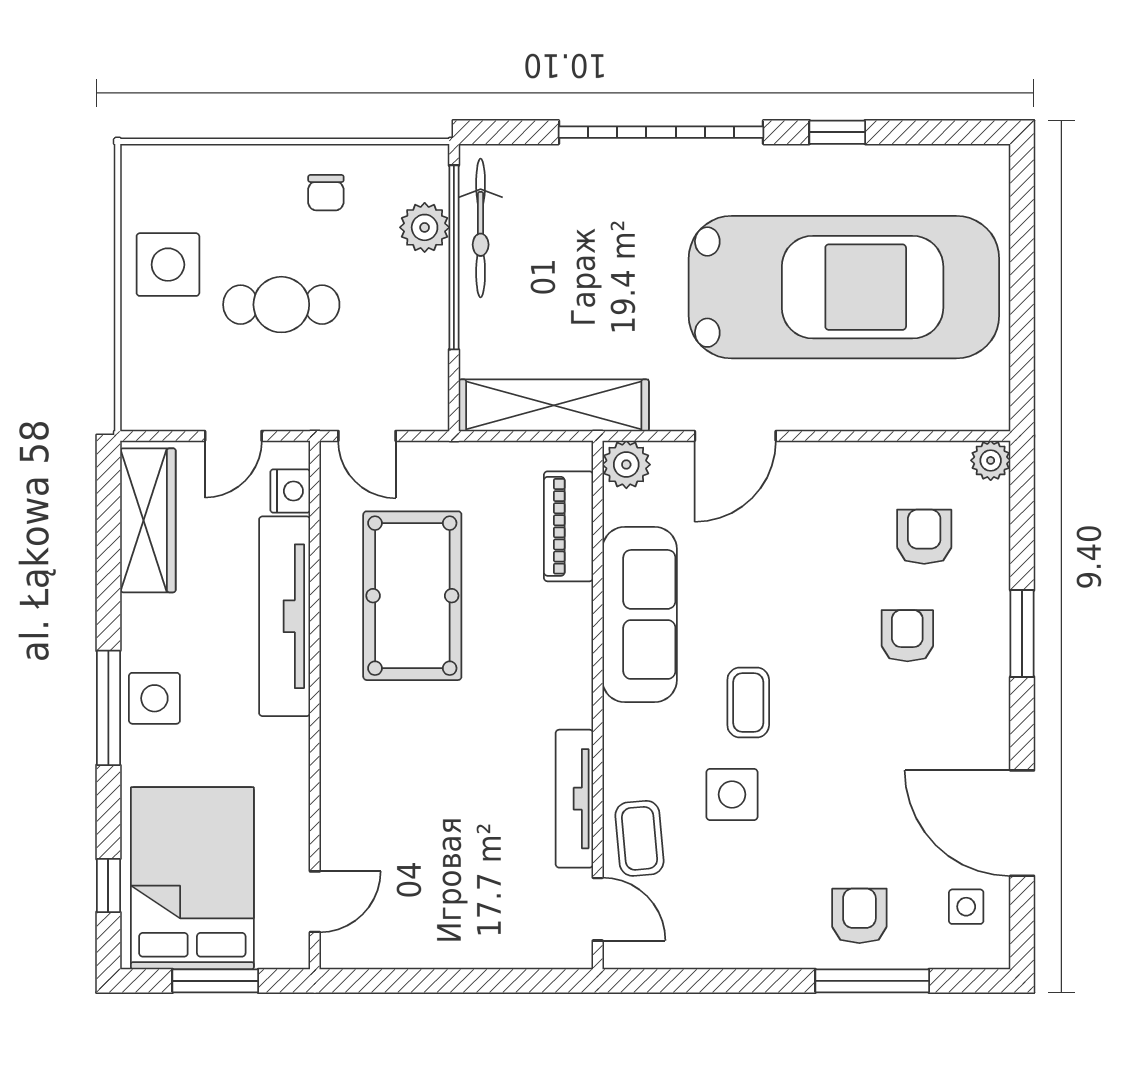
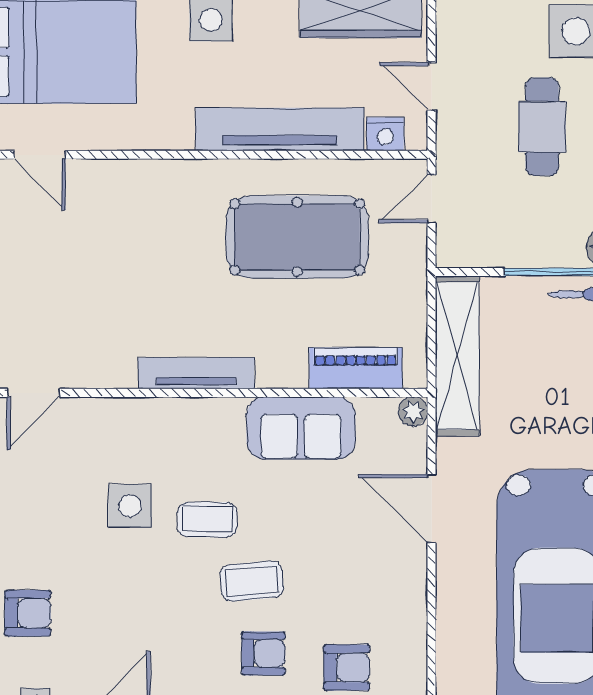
plant: (626, 465) -> (413, 411), width x0.73, depth x0.73
sofa: (640, 614) -> (301, 428), width x0.73
tv unit: (574, 799) -> (196, 373), moved
coffee table: (639, 838) -> (252, 581), moved

